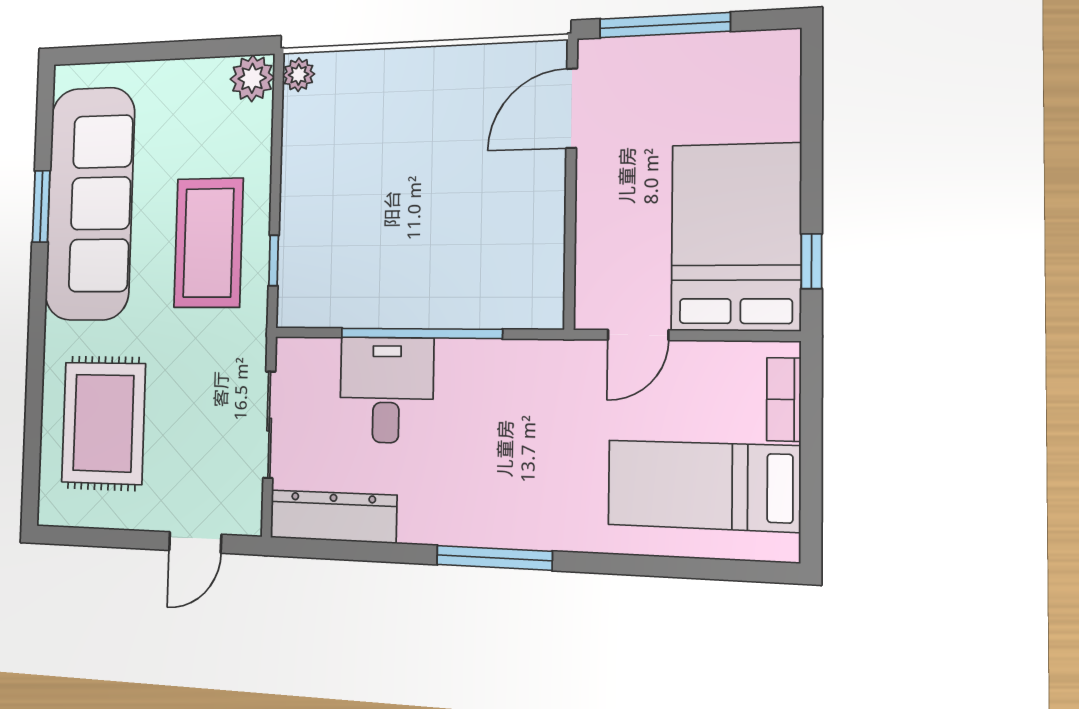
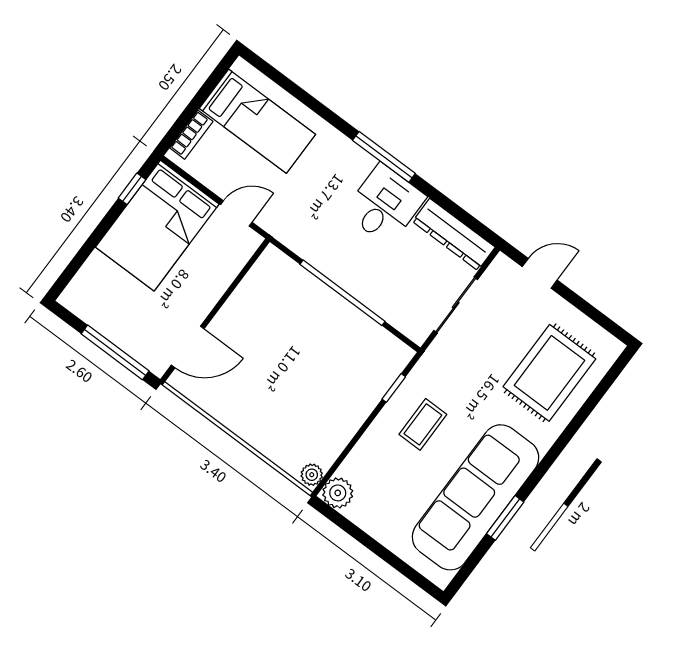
coffee table: (208, 243) -> (423, 424), width x0.54, depth x0.58
desk: (386, 390) -> (385, 205), moved, turned 180

